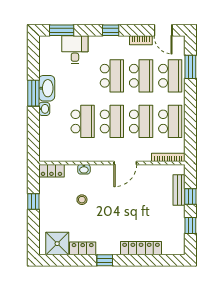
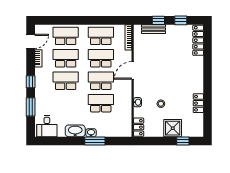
window: (62, 30) -> (31, 107), moved
desk: (75, 50) -> (47, 126), moved, turned -90
window: (190, 67) -> (59, 20), removed
window: (33, 93) -> (95, 141), moved
door: (125, 163) -> (133, 70), swing flipped
window: (33, 201) -> (183, 141), moved
shower: (57, 244) -> (173, 128), moved
locker: (141, 248) -> (198, 40), moved
window: (105, 260) -> (208, 86), removed

